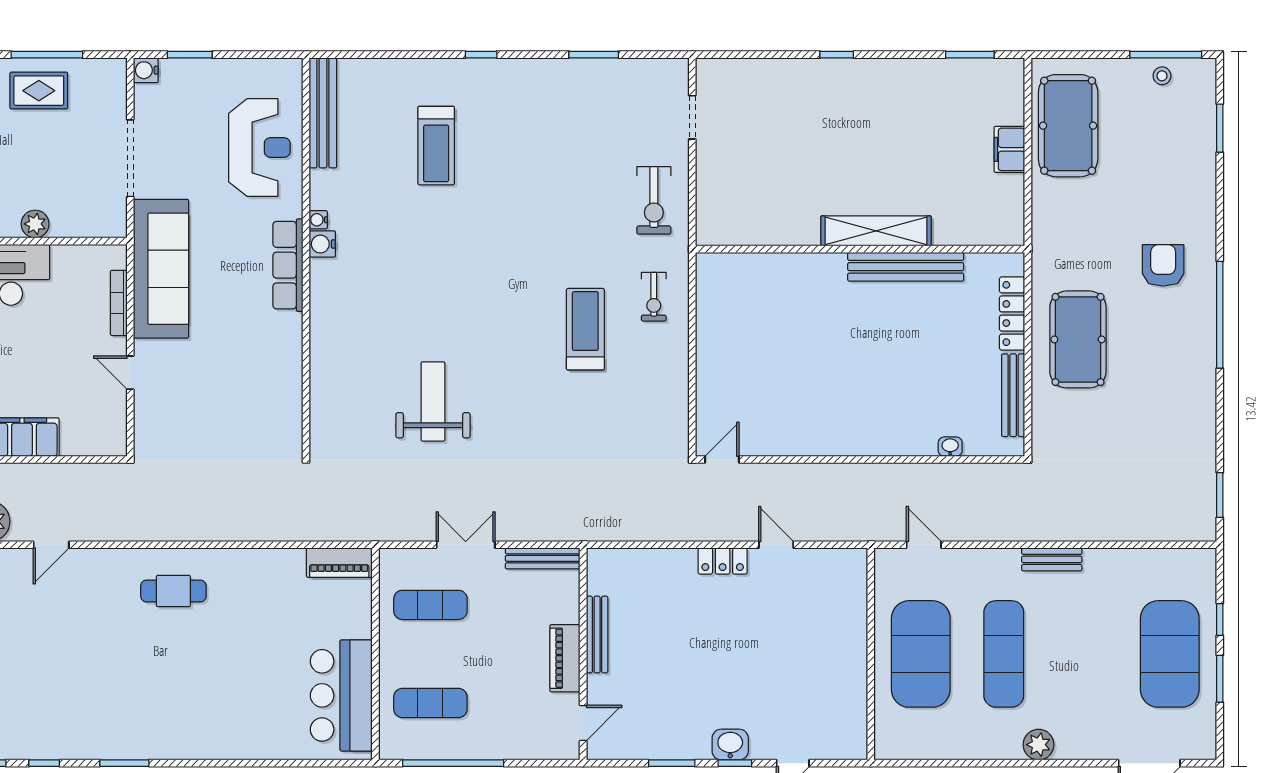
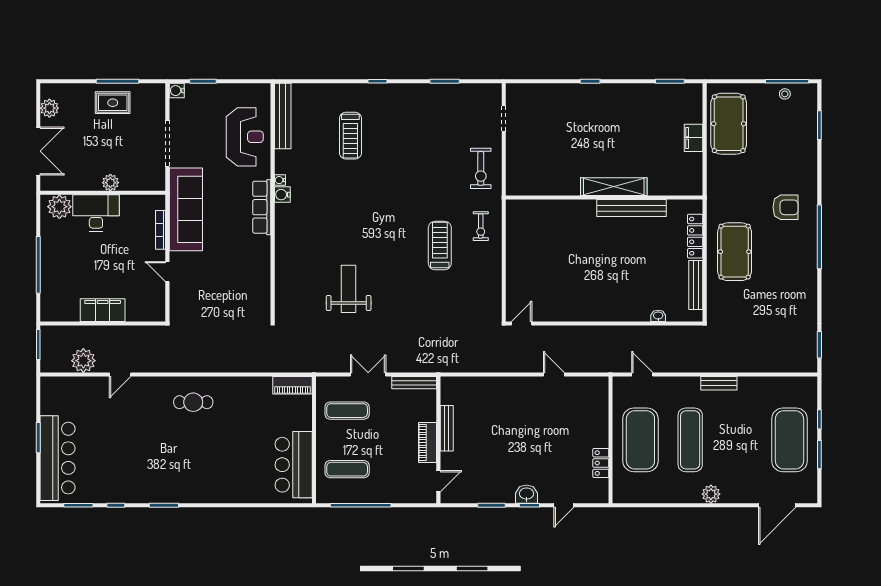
armchair: (1163, 265) -> (786, 207), turned 90
locker: (723, 561) -> (601, 463), moved, turned 90

